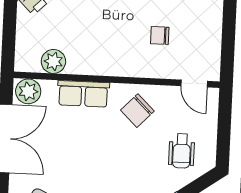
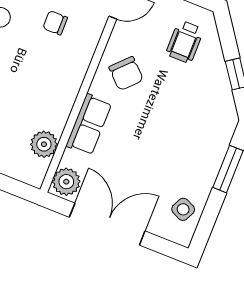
chair: (160, 35) -> (55, 23), turned 90
wheelchair: (182, 151) -> (185, 42), turned 90

